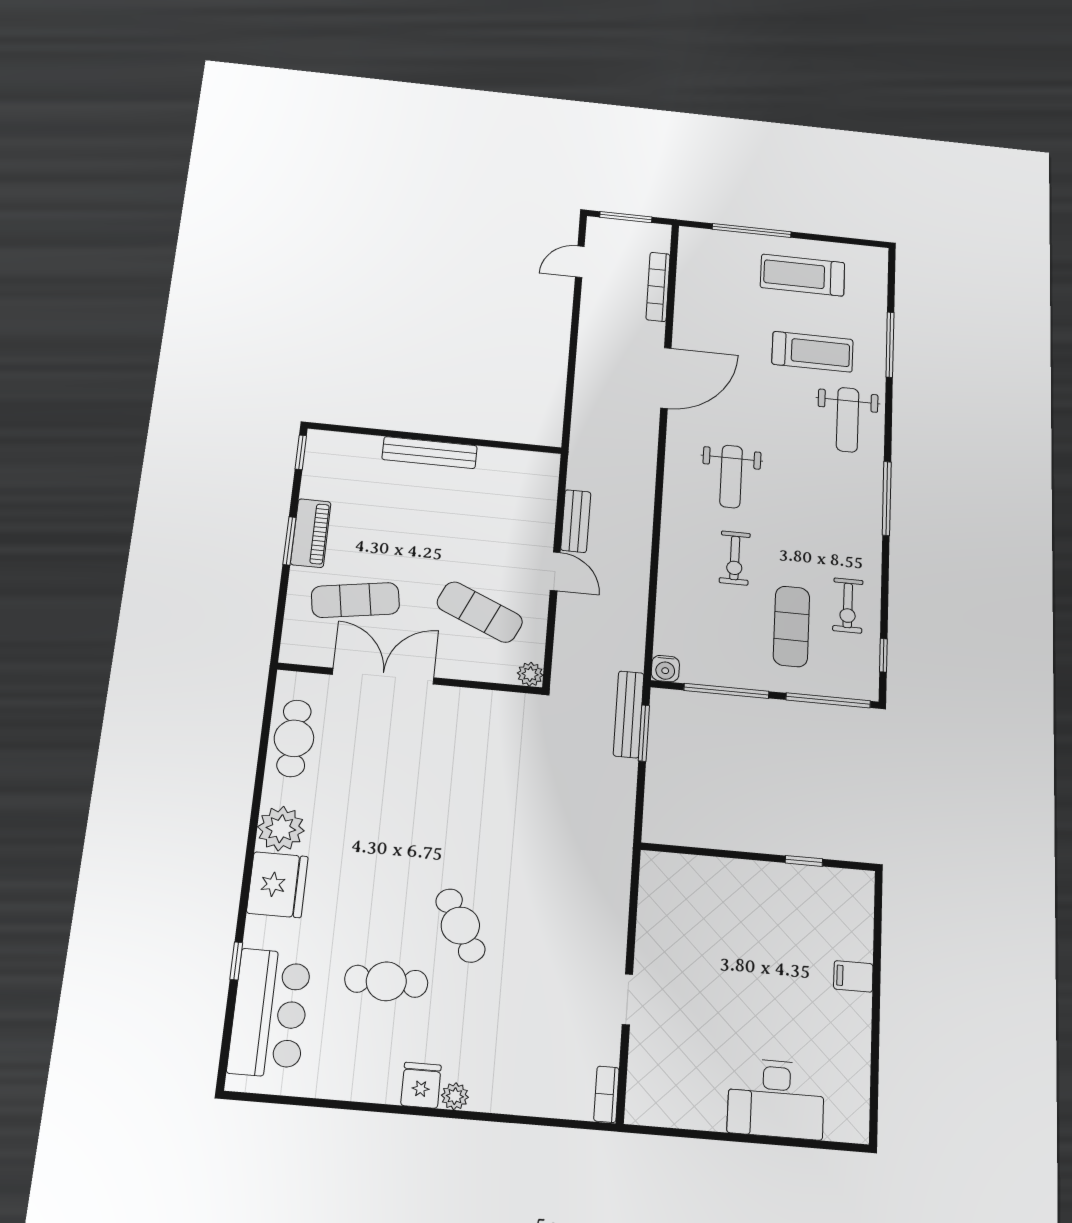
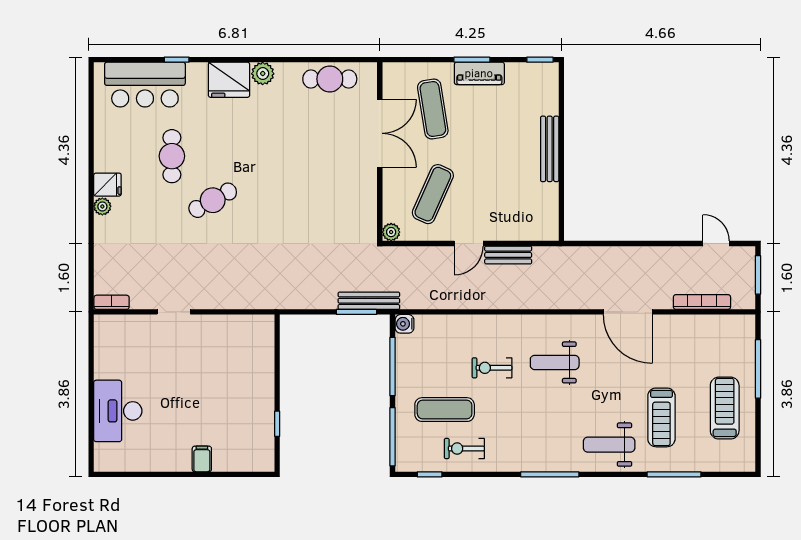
plant: (281, 829) -> (263, 74), width x0.73, depth x0.73

